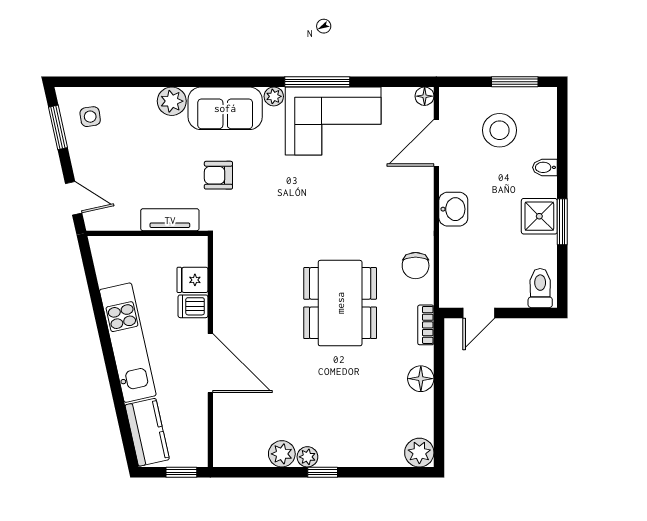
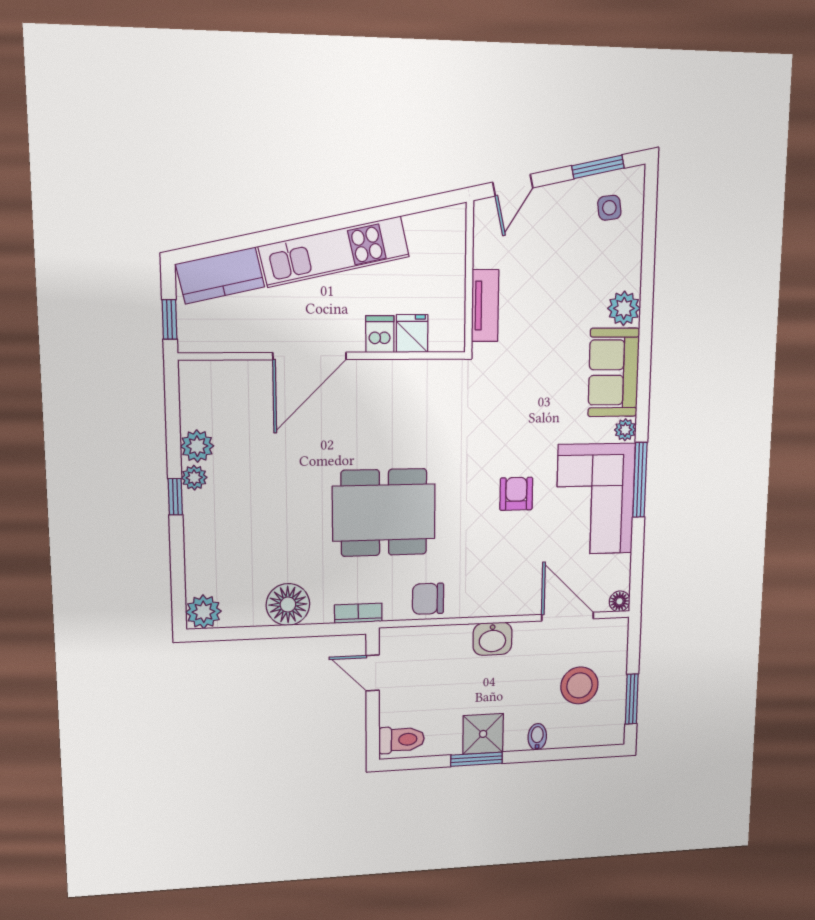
armchair: (218, 175) -> (516, 494), moved
floor lamp: (421, 379) -> (288, 605), width x1.38, depth x1.38

